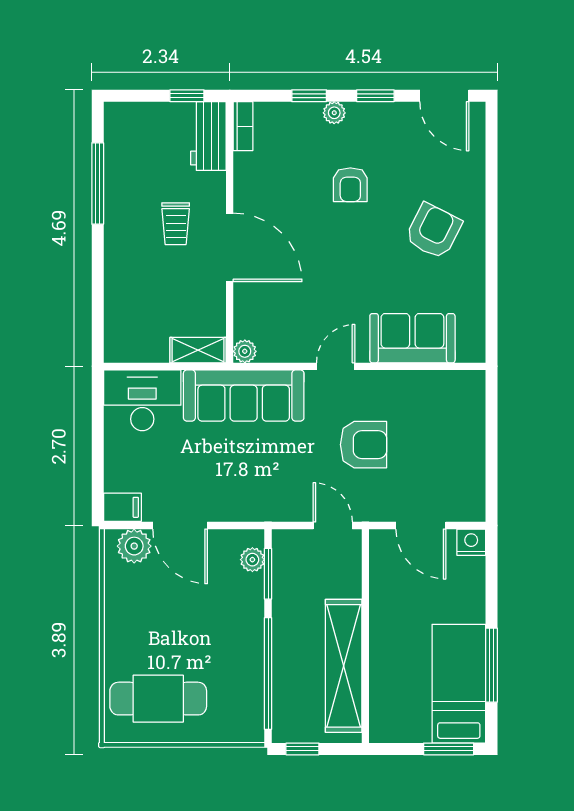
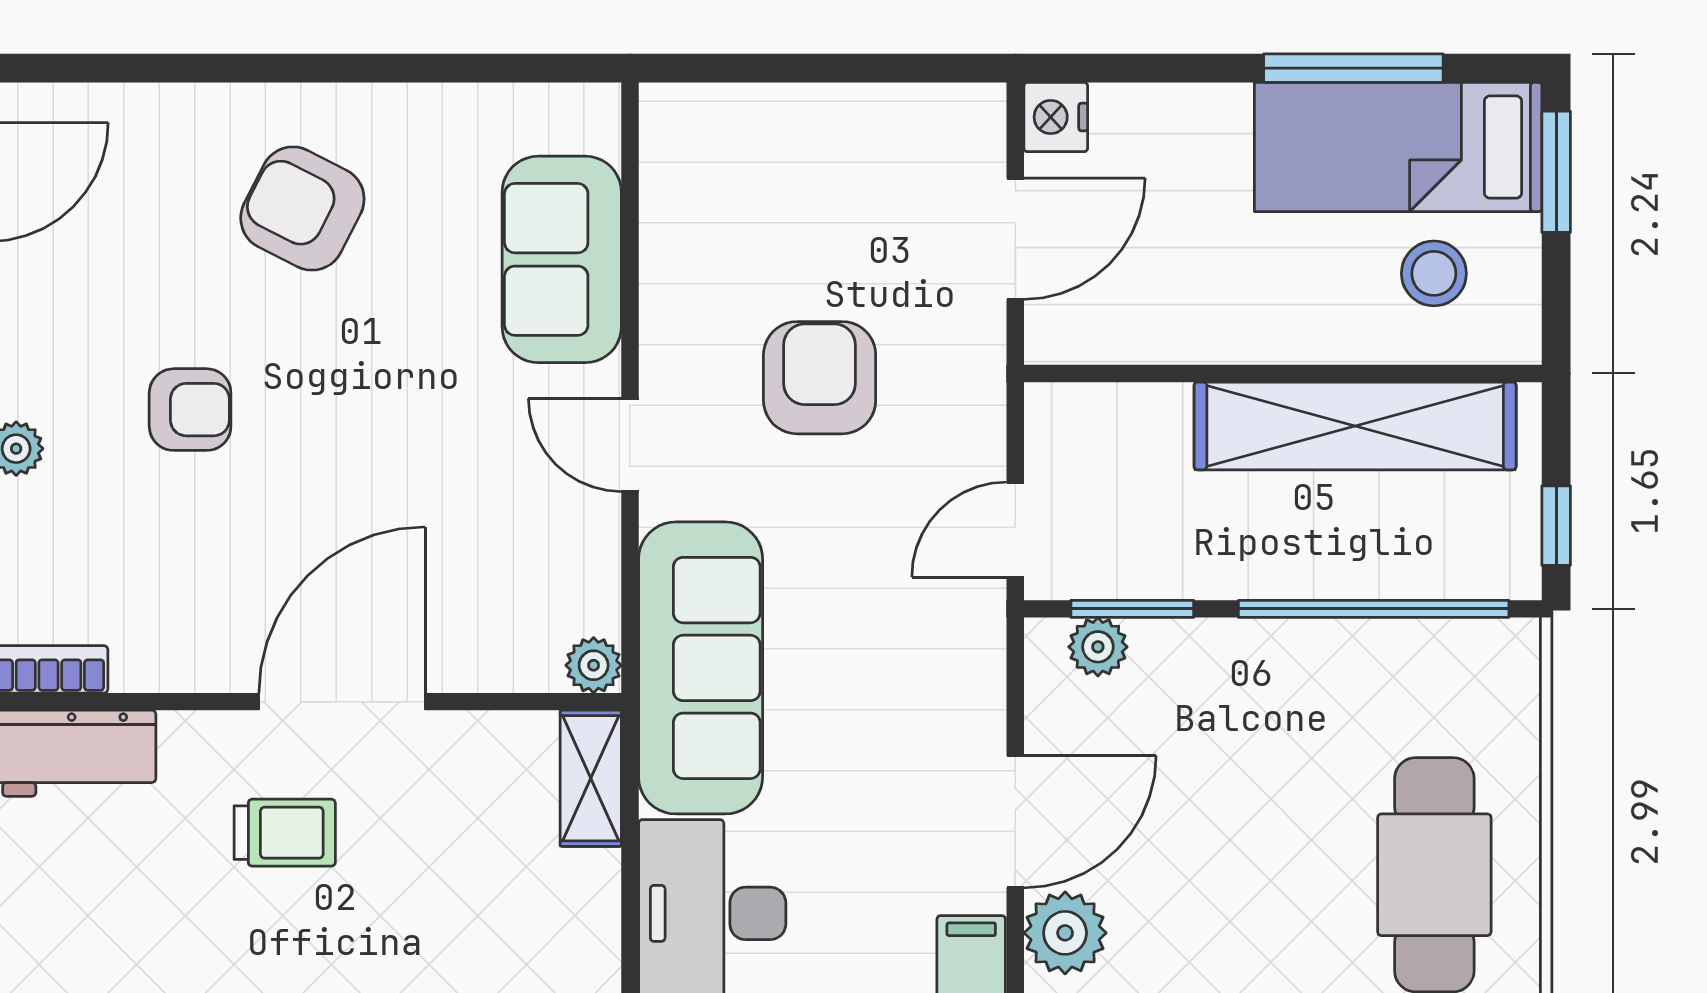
door: (333, 525) -> (1015, 530), moved
stool: (407, 698) -> (1434, 273), added

